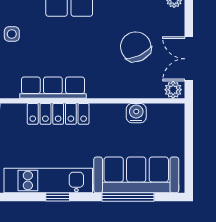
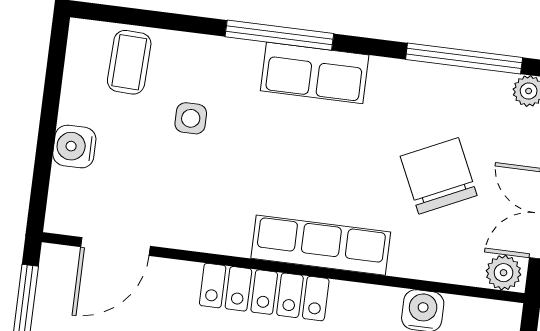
row of seats: (53, 88) -> (321, 245), moved

